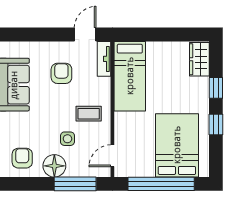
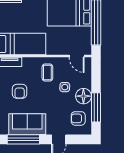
armchair: (61, 73) -> (20, 91), turned -90
window: (75, 184) -> (96, 107), moved

